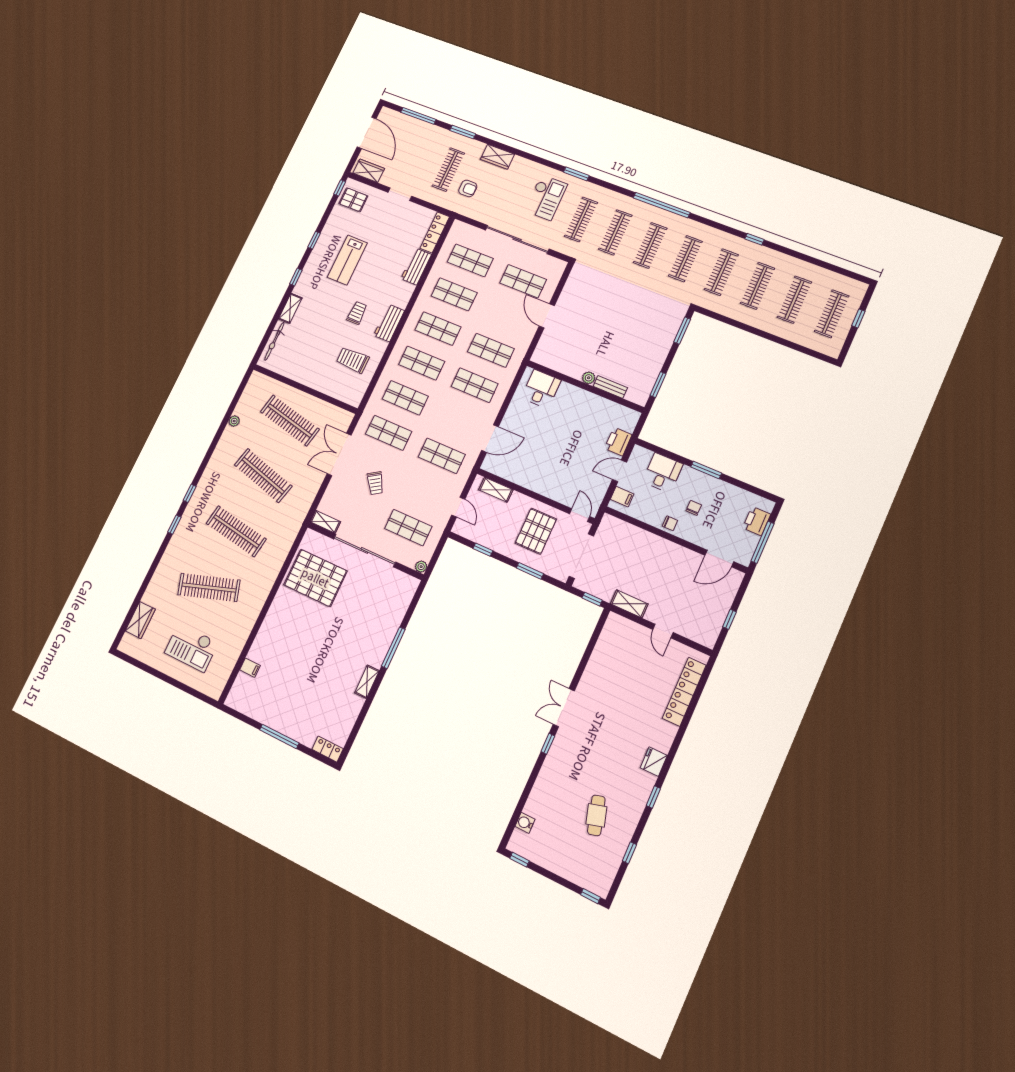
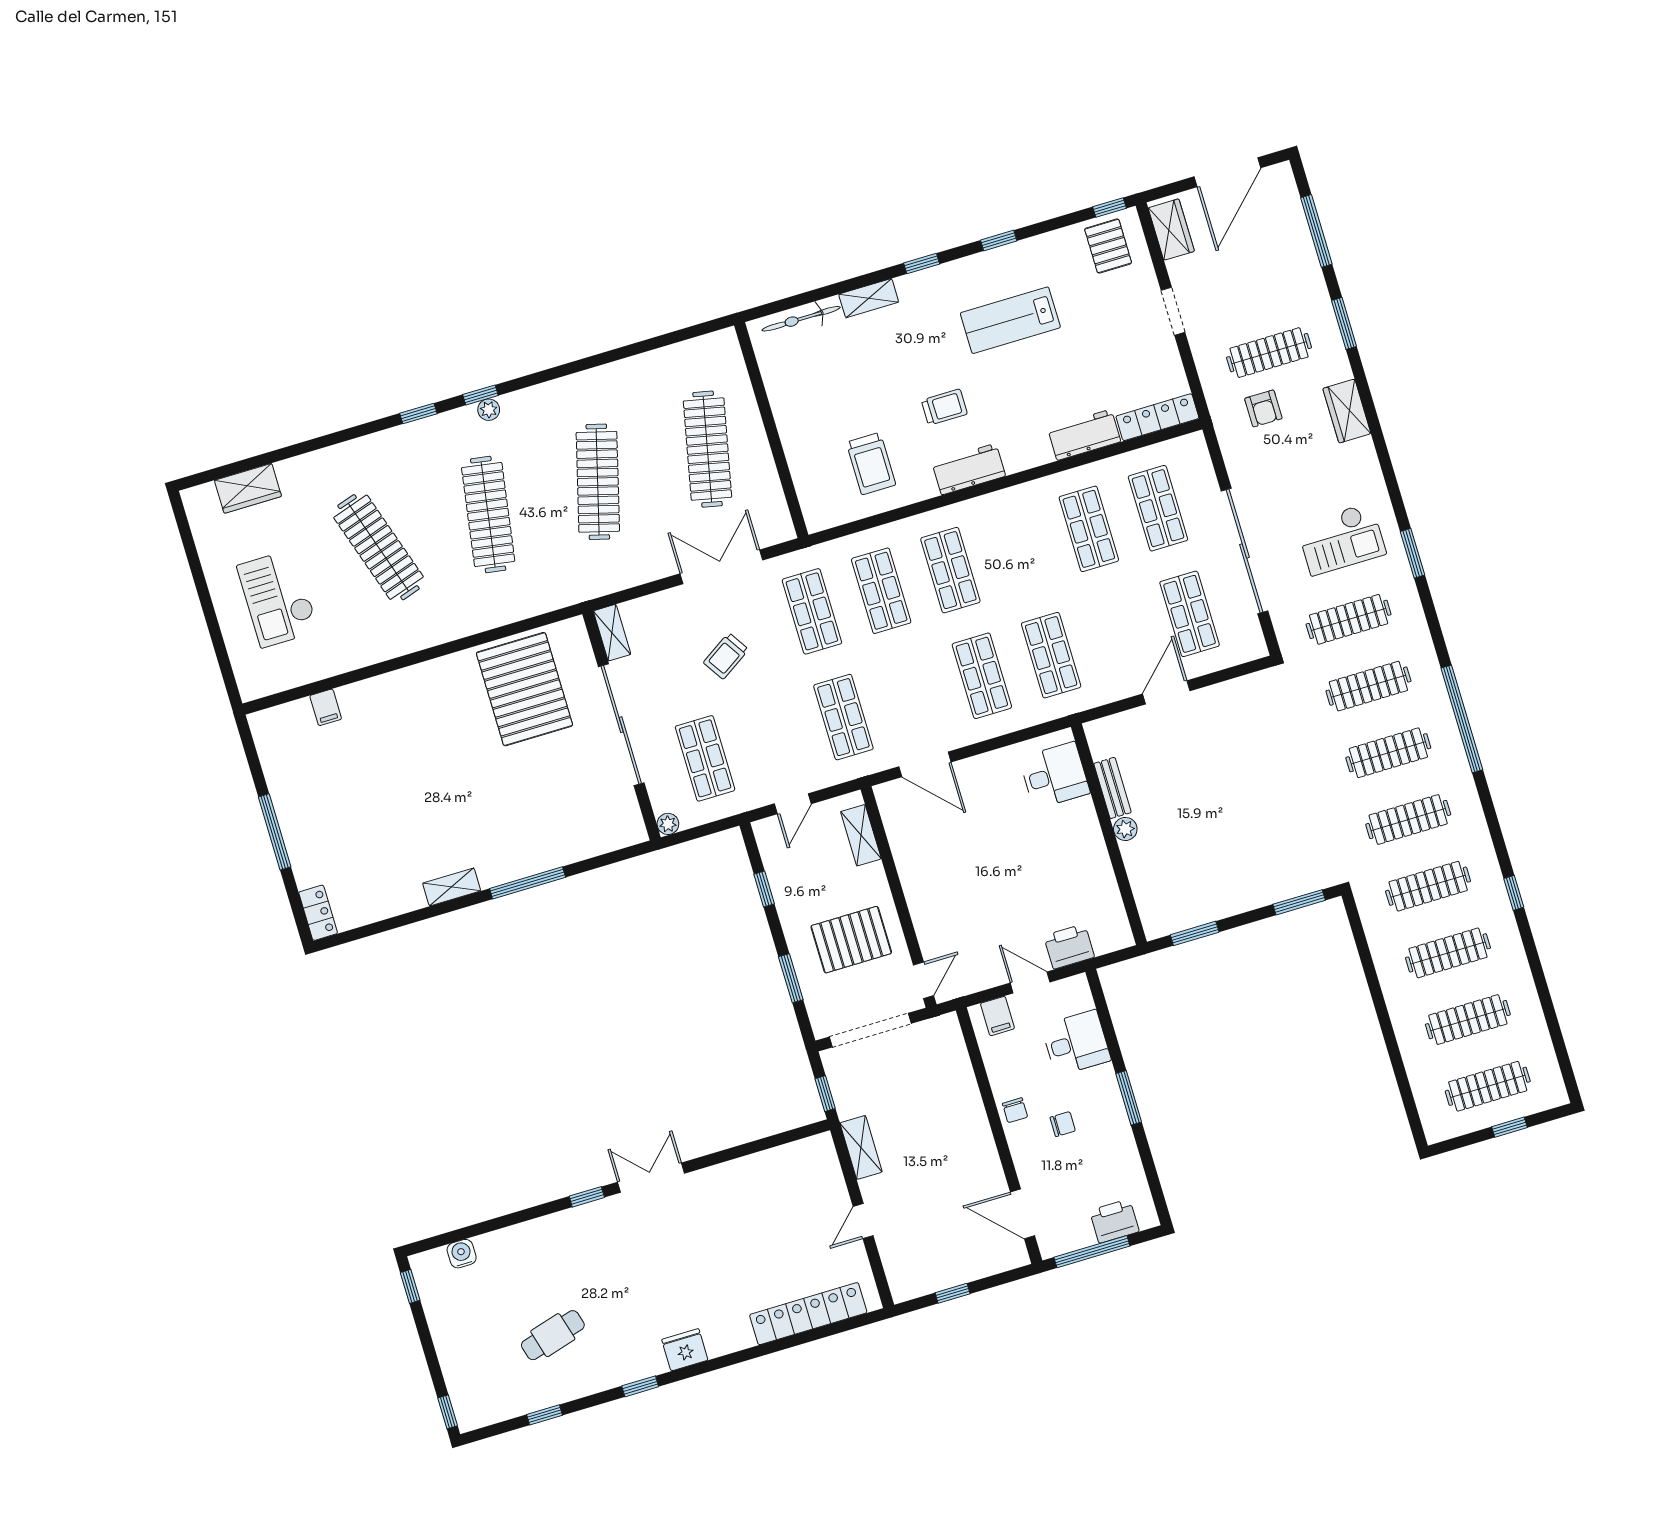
shop shelf: (438, 329) -> (1020, 549), removed
trolley: (353, 360) -> (871, 464), turned 180
bench: (610, 387) -> (1112, 788), moved
plant: (234, 421) -> (489, 410), moved

